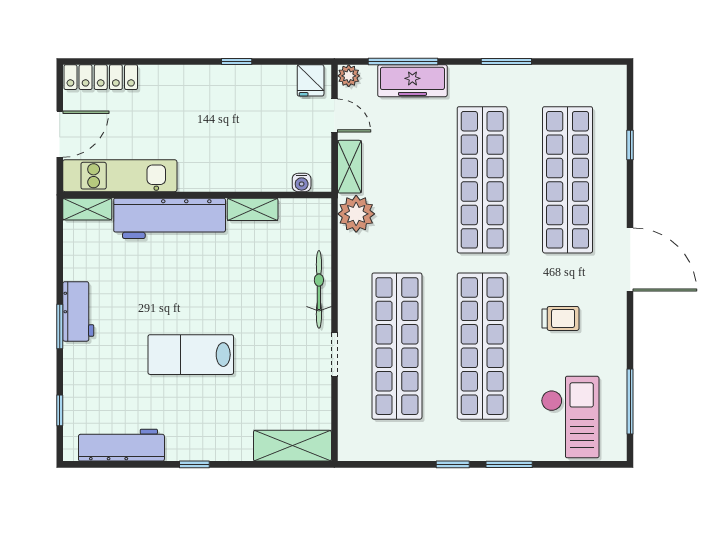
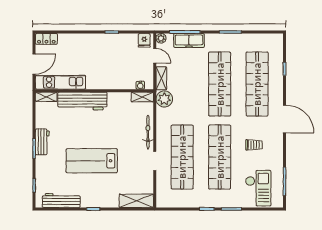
locker: (101, 77) -> (46, 39), width x0.66
shelving: (253, 209) -> (142, 97), moved
lab bench: (191, 355) -> (92, 161), width x1.36, depth x1.39

